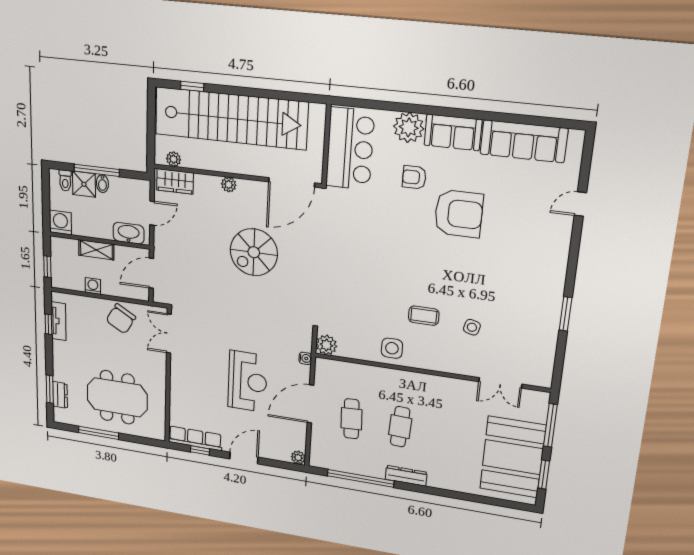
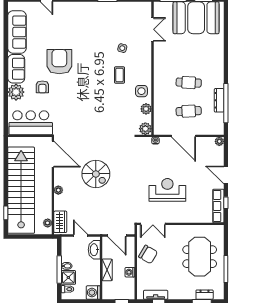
plant: (360, 351) -> (146, 109), added
reception desk: (247, 381) -> (167, 190), moved
dresser: (406, 476) -> (219, 100), moved

